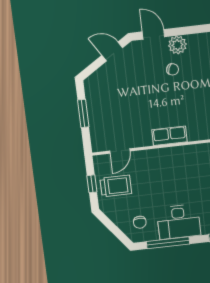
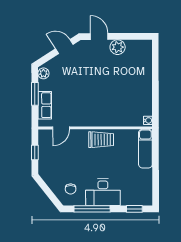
chair: (173, 69) -> (111, 66), removed
plant: (91, 87) -> (43, 73), added
row of seats: (169, 136) -> (45, 105), moved, turned 90
trolley: (116, 186) -> (101, 140), moved

